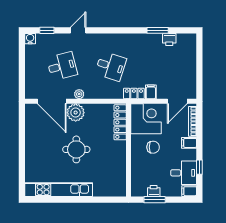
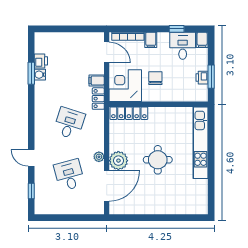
water cooler: (30, 39) -> (40, 75), moved
kitchen unit: (59, 190) -> (201, 143), moved

